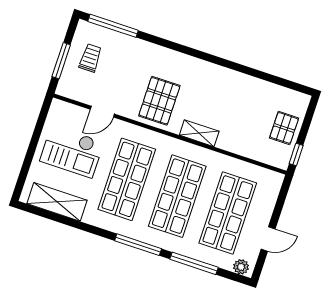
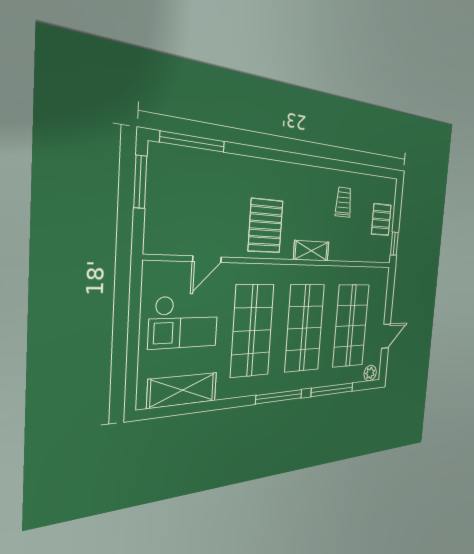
trolley: (90, 58) -> (344, 202), moved
window: (61, 61) -> (140, 182), moved

